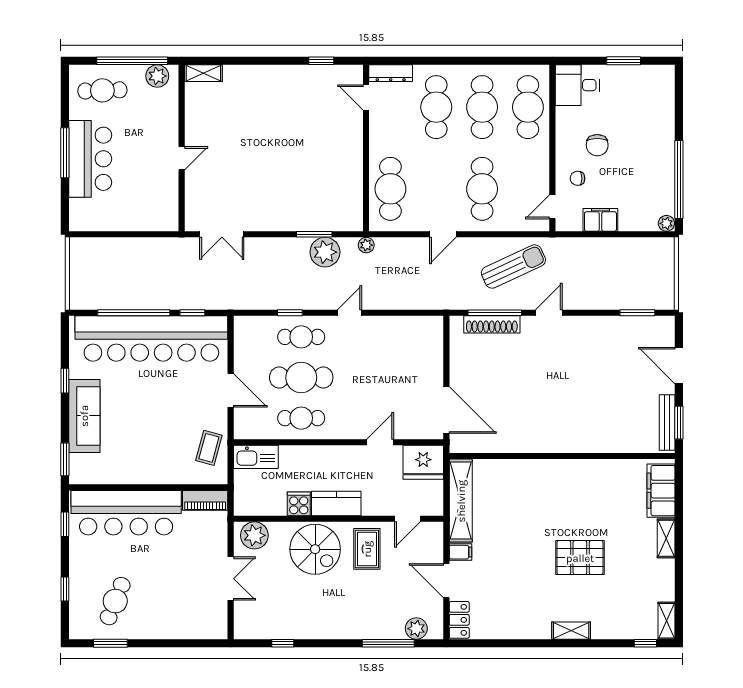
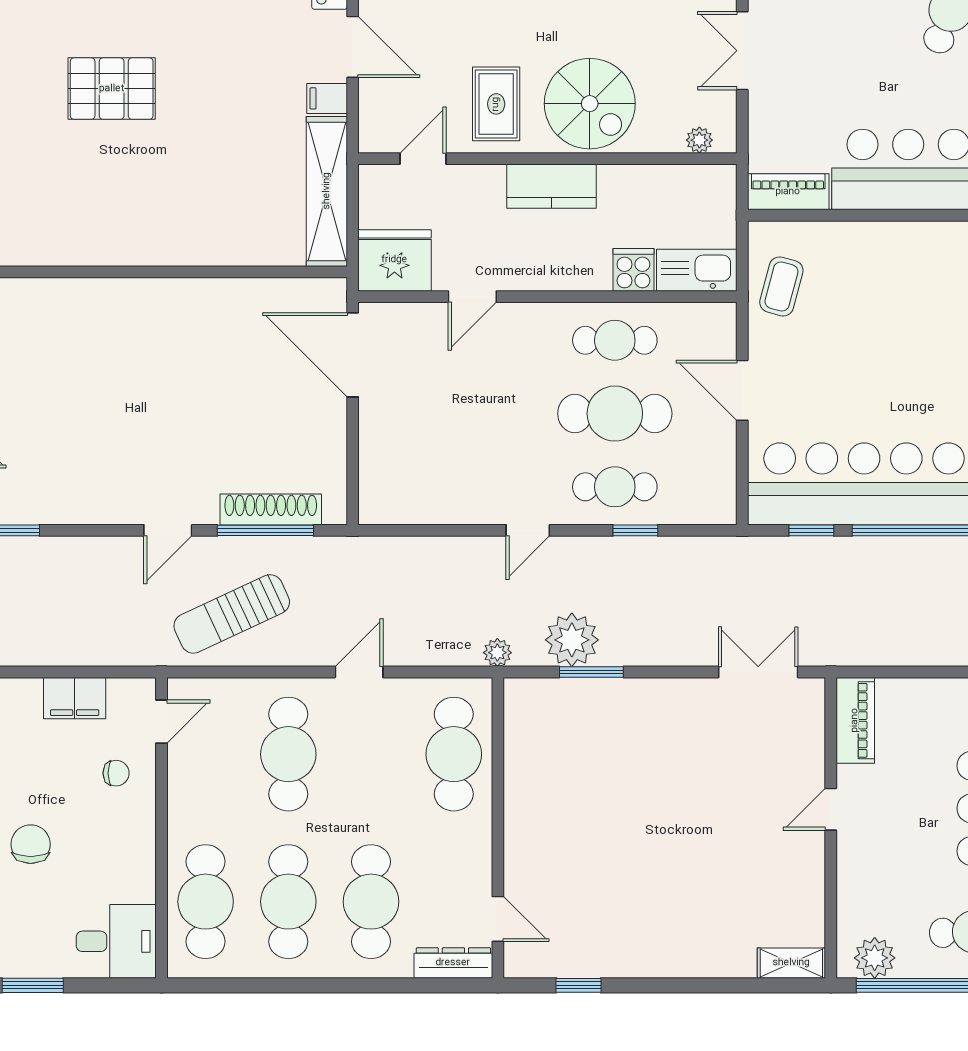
chair: (597, 145) -> (31, 844), moved
piano: (168, 208) -> (855, 720), added
cooker: (299, 504) -> (633, 270), moved, turned 180
plant: (254, 535) -> (699, 140), width x0.53, depth x0.53
spiral stairs: (315, 549) -> (590, 104), turned 180

